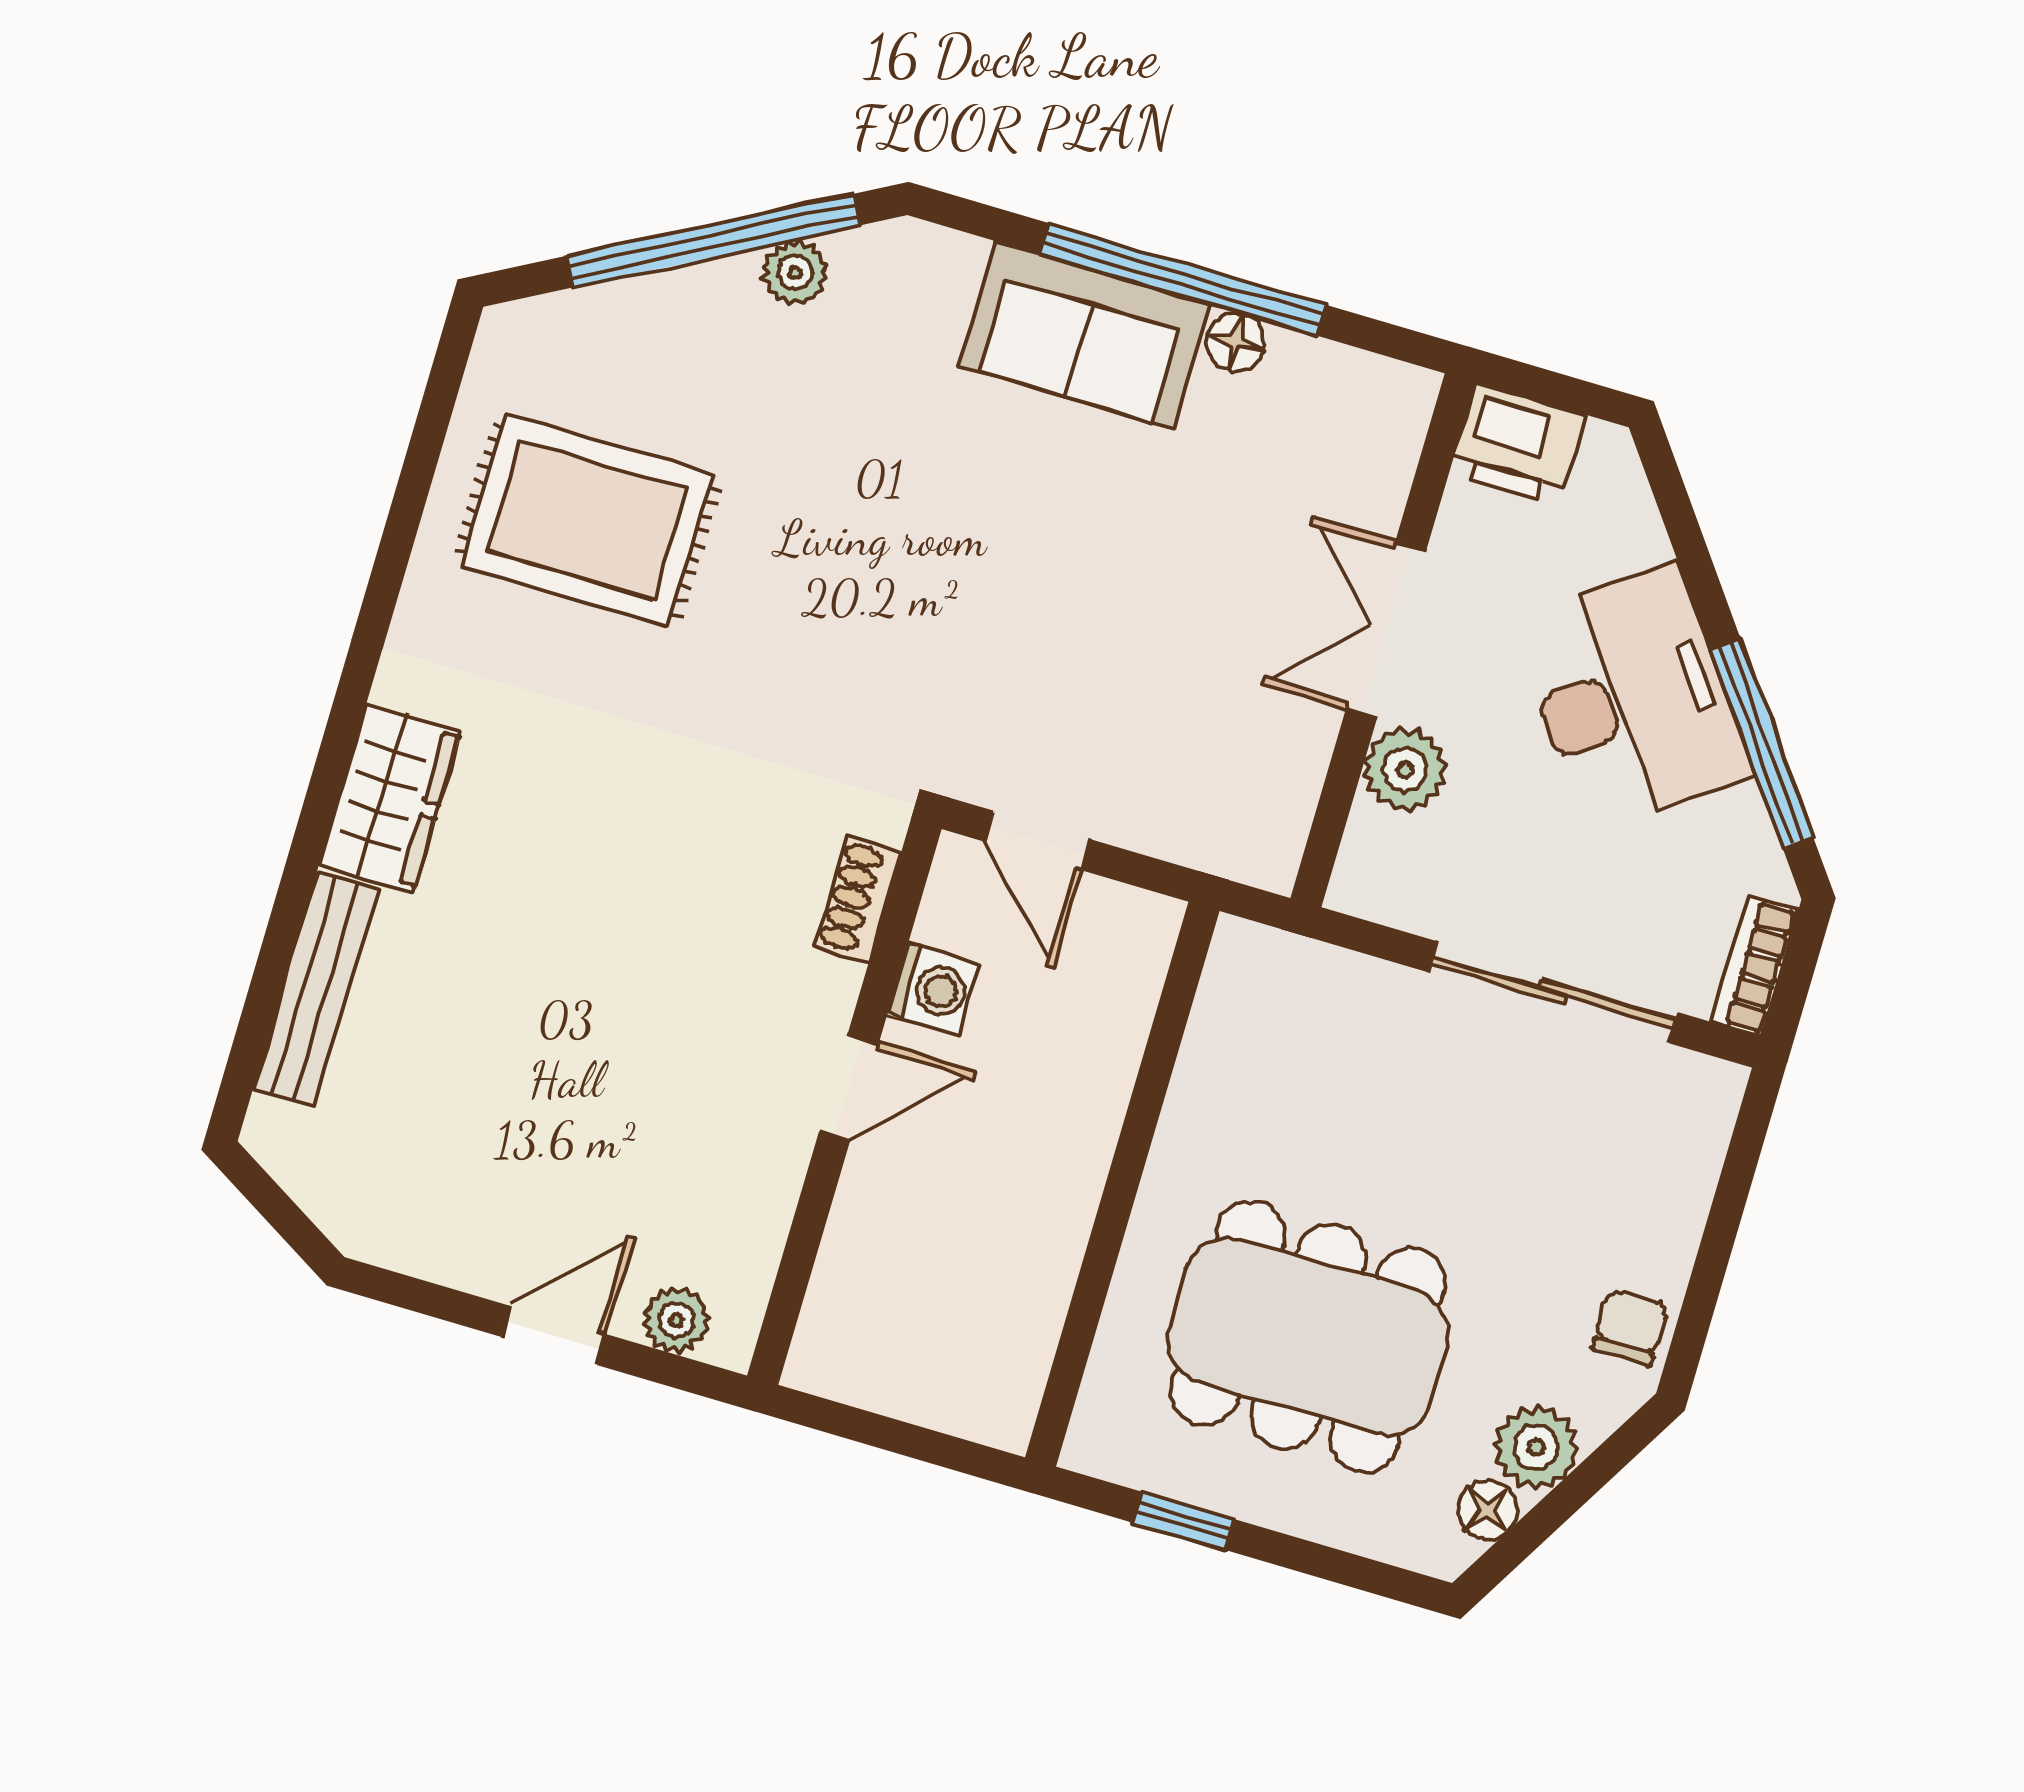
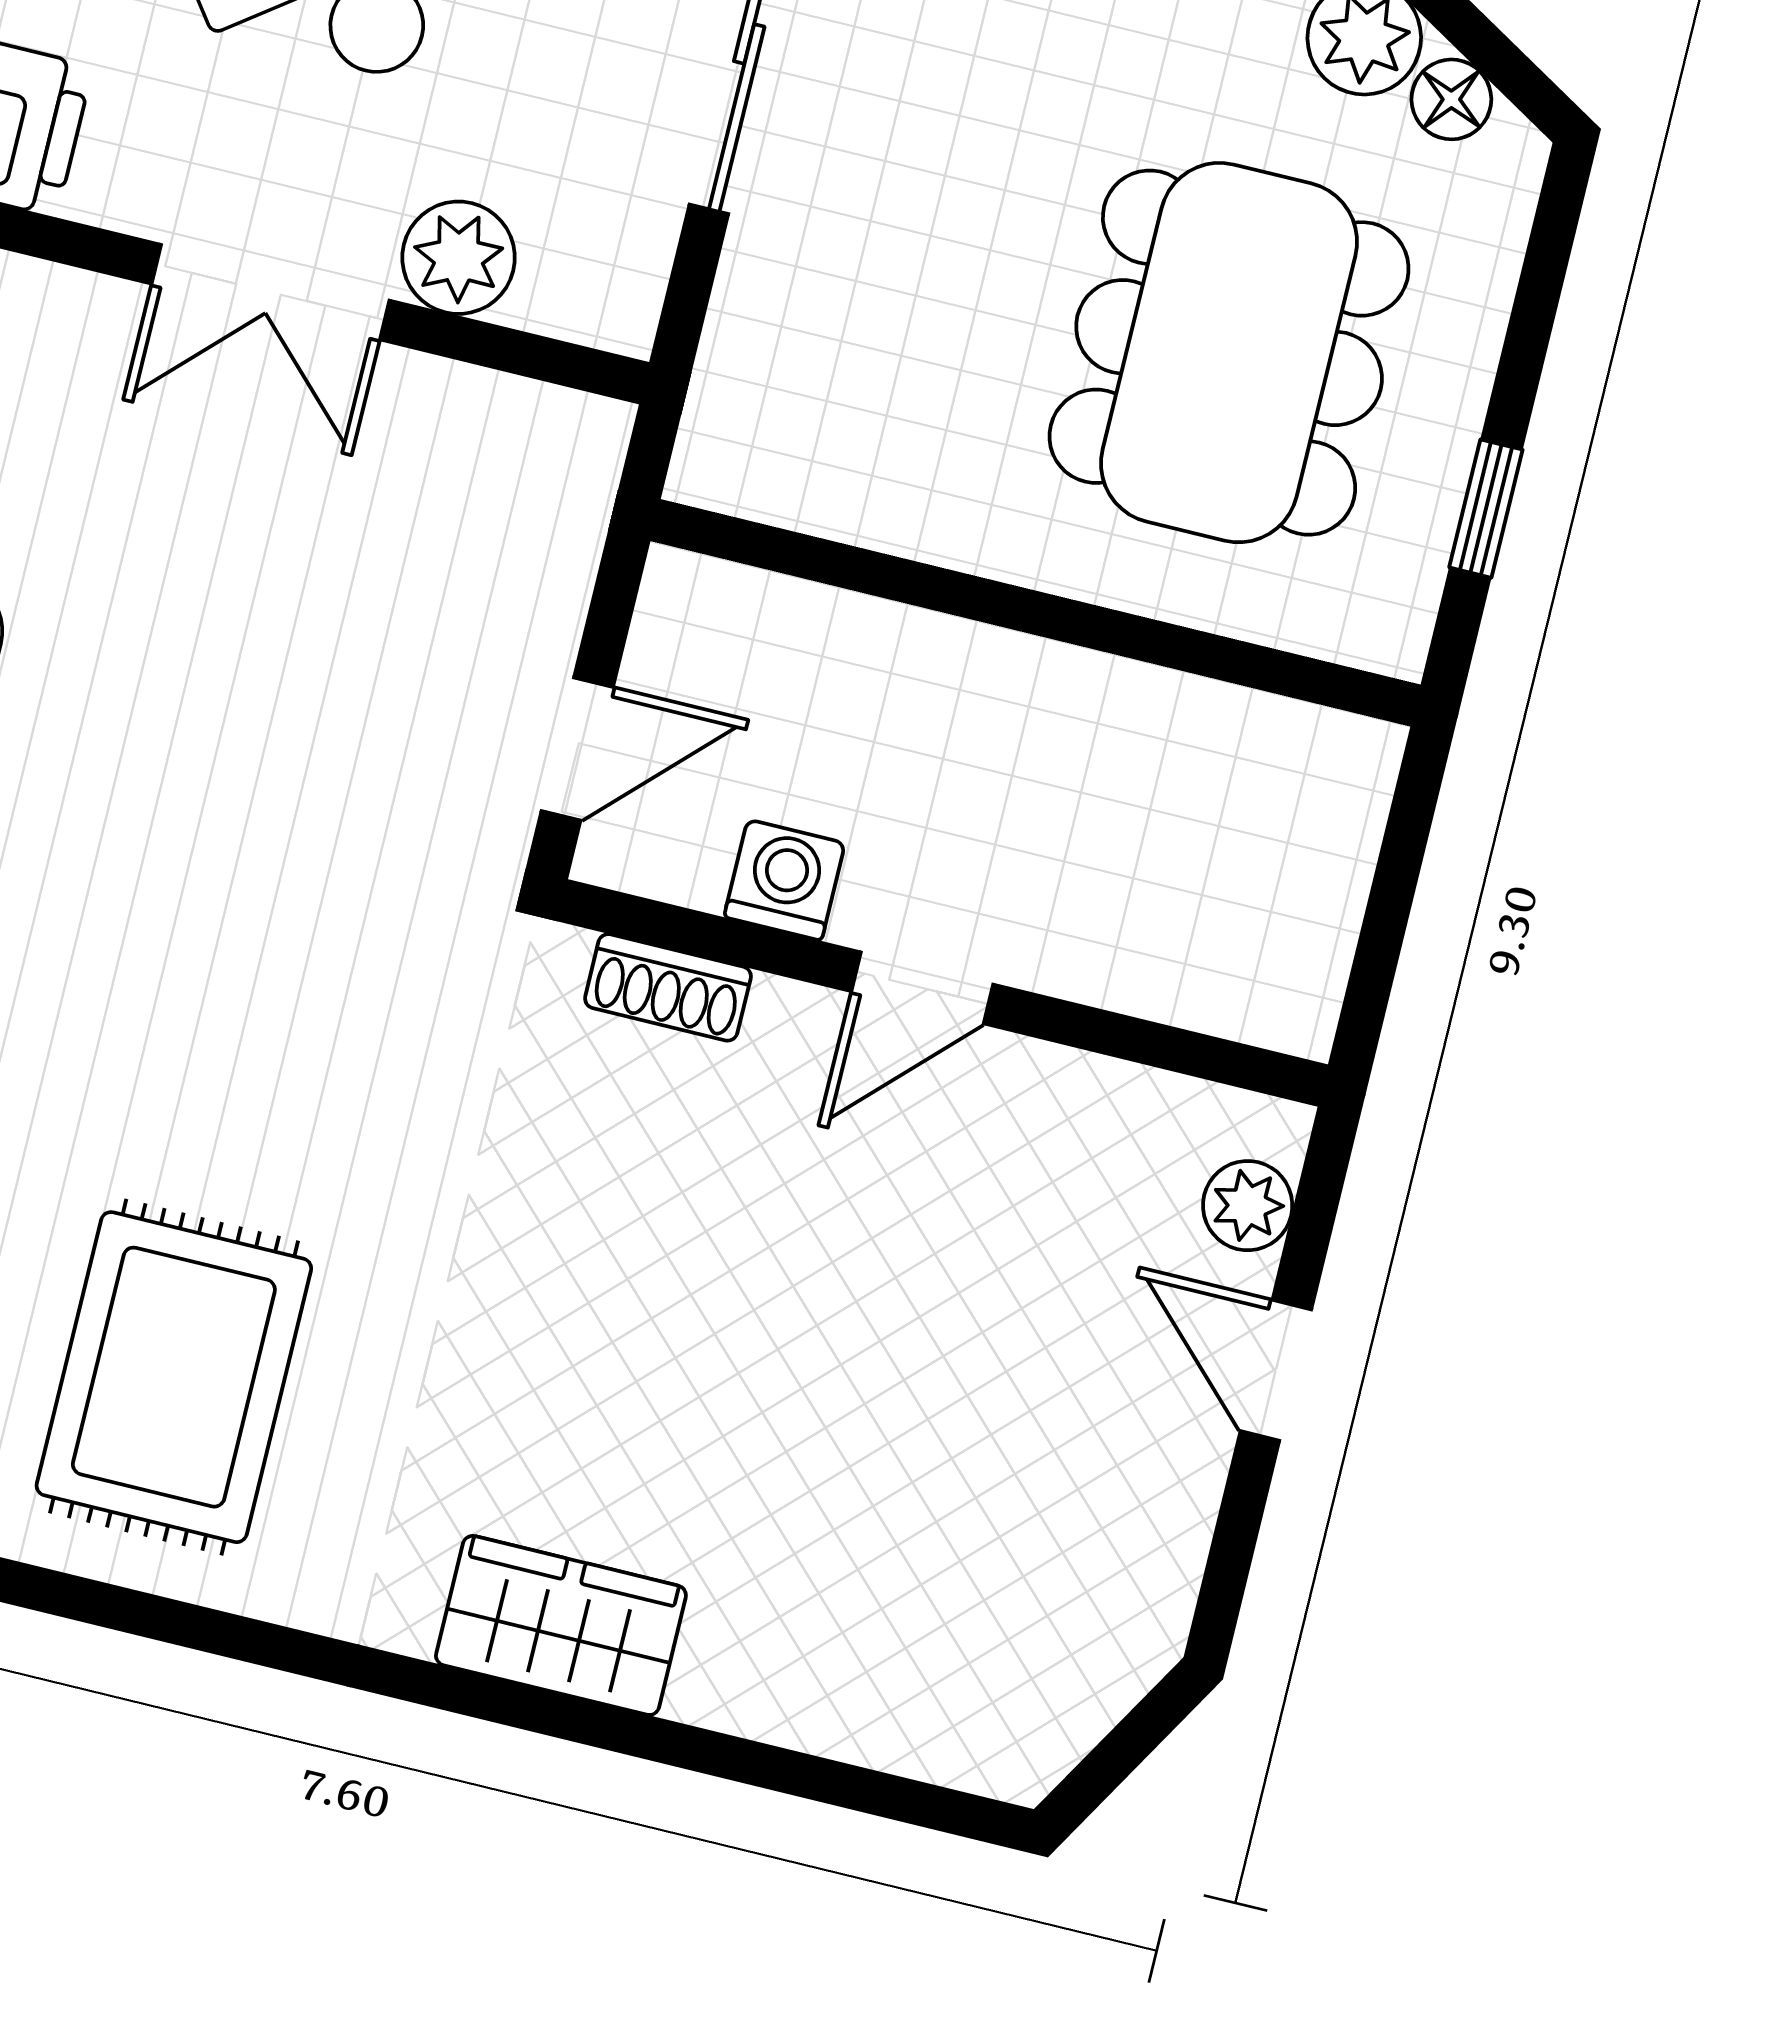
bench: (315, 989) -> (824, 1714), removed
door: (849, 1087) -> (922, 988), swing flipped

